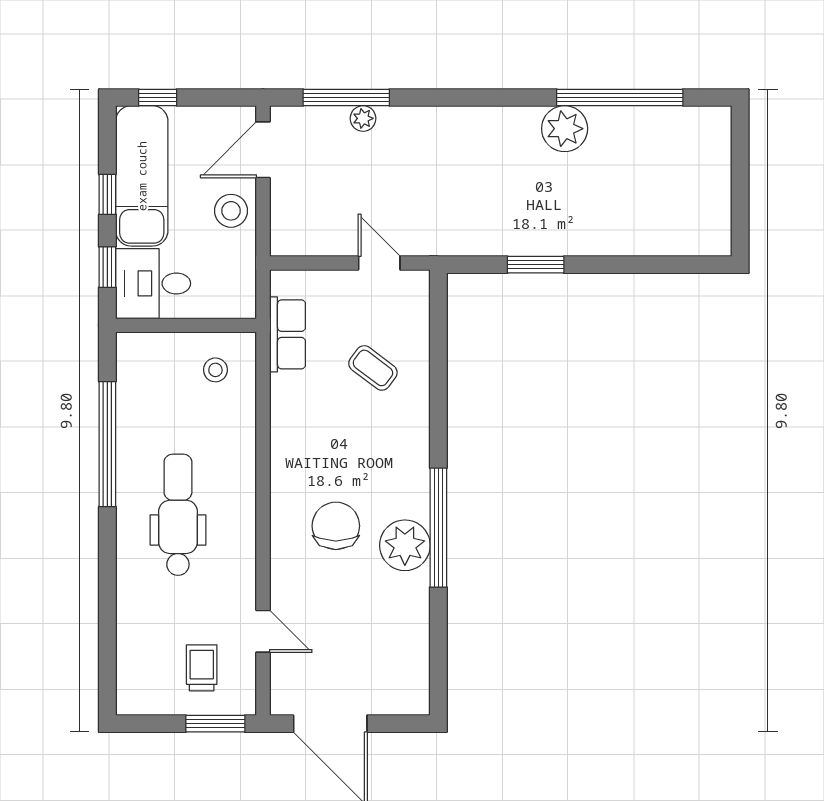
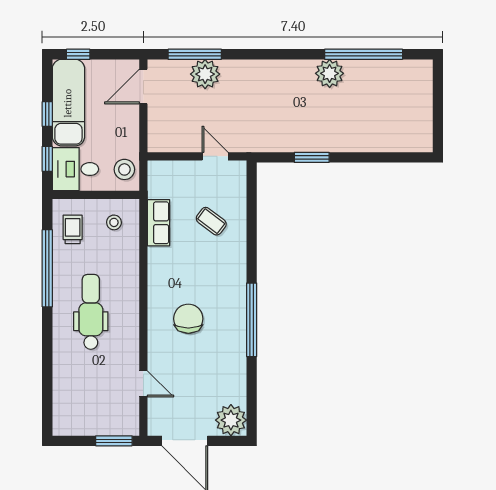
plant: (363, 118) -> (205, 74), width x1.88, depth x1.88
stool: (231, 211) -> (124, 169), moved
row of seats: (288, 334) -> (158, 223), moved
plant: (405, 545) -> (231, 420), moved
trolley: (202, 668) -> (73, 229), moved

